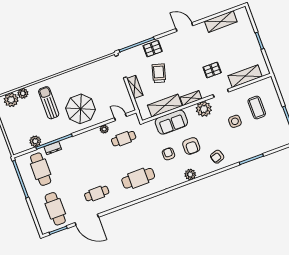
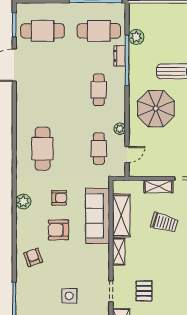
plant: (204, 109) -> (99, 263), removed
sofa: (171, 122) -> (98, 216), width x1.36
plant: (190, 174) -> (23, 202), moved
cafe table: (97, 194) -> (99, 90), moved

